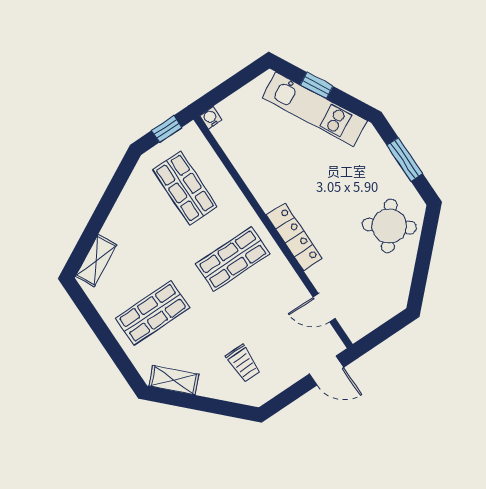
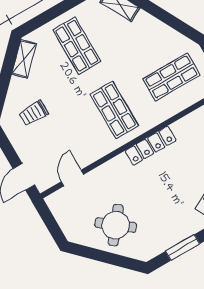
round table: (389, 226) -> (116, 225), moved
locker: (294, 237) -> (151, 146), moved

